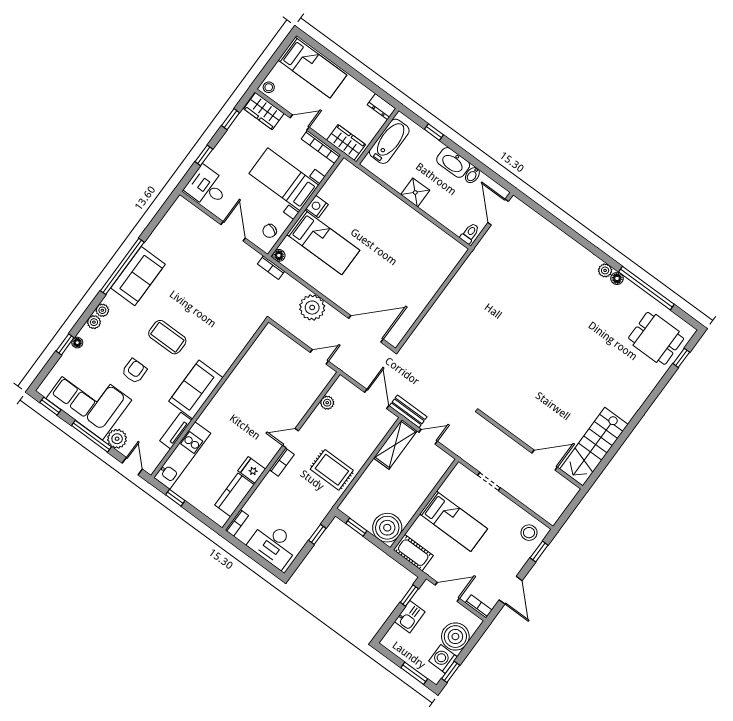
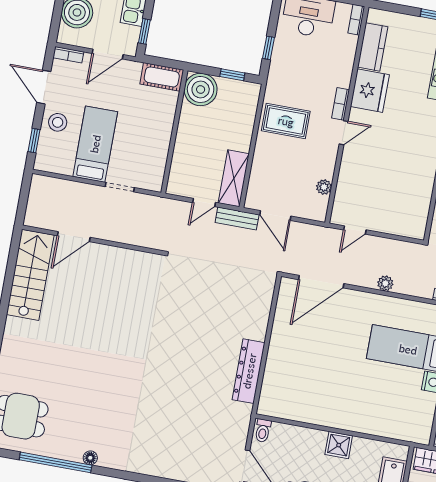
plant: (605, 270) -> (106, 460), removed
dresser: (458, 286) -> (249, 371), added
plant: (312, 308) -> (385, 283), width x0.53, depth x0.53
fridge: (252, 470) -> (370, 91), width x1.88, depth x1.34
bed: (453, 521) -> (95, 144), moved, turned 90
stool: (529, 533) -> (58, 122), moved

